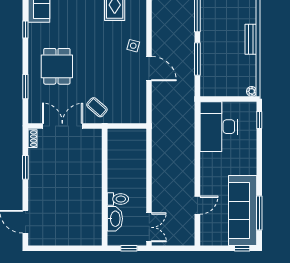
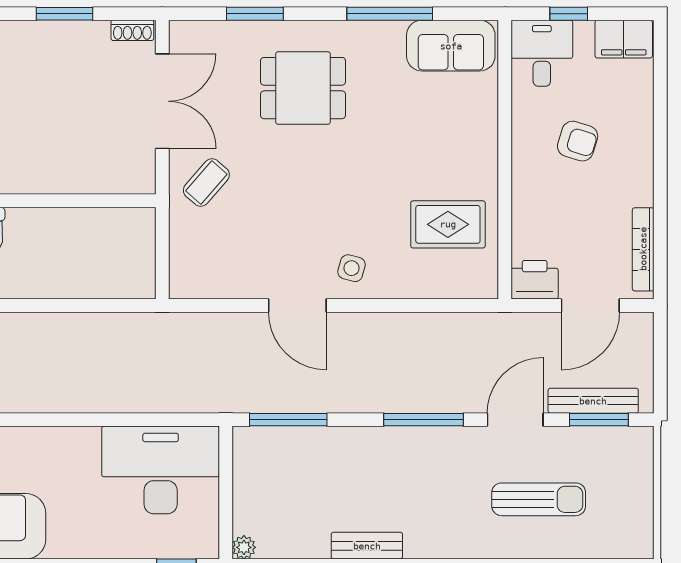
window: (25, 30) -> (390, 14), width x2.17
window: (197, 59) -> (288, 420), moved
door: (149, 69) -> (297, 305), hinge flipped

